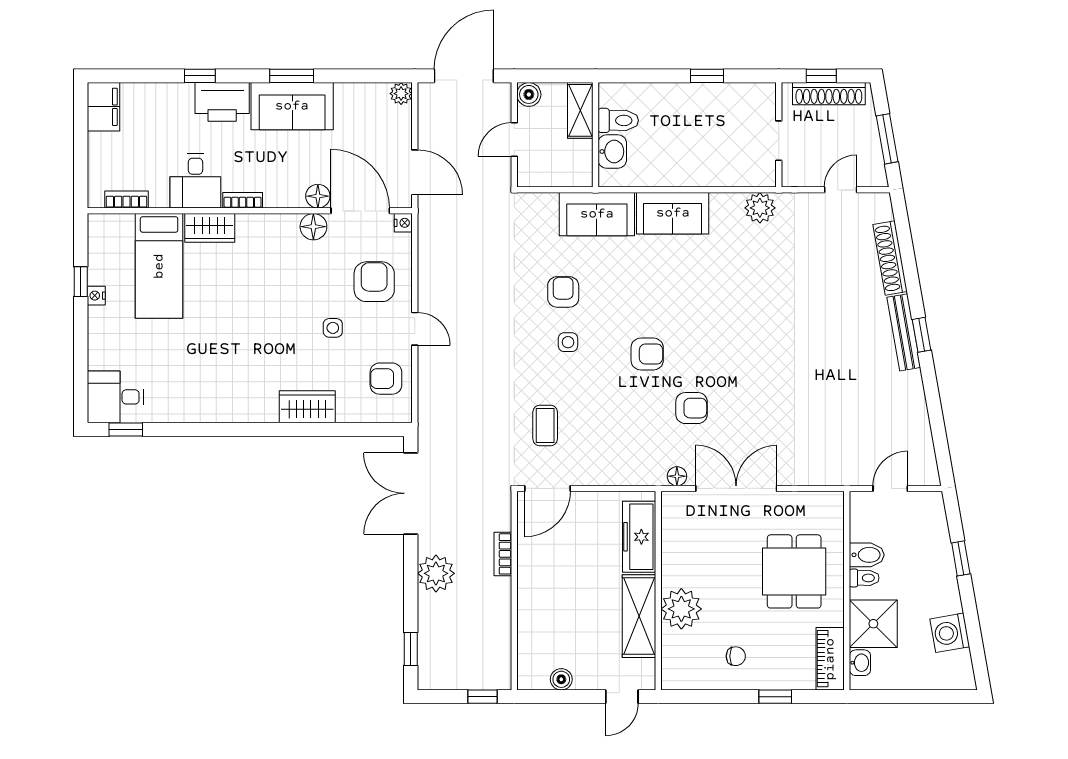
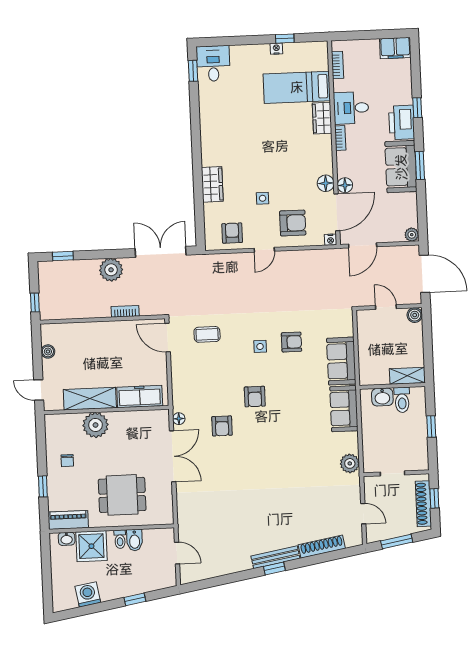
shelving: (580, 110) -> (407, 376), moved
toilet: (618, 120) -> (402, 400), moved
wall: (595, 135) -> (392, 386), moved
washbasin: (612, 152) -> (382, 397), moved

